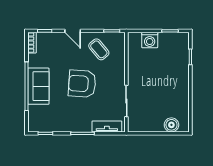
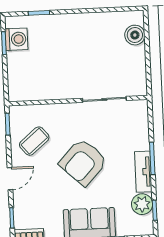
washing machine: (150, 40) -> (16, 39), moved
armchair: (82, 84) -> (83, 162), turned 39
plant: (50, 124) -> (142, 204), added
tv unit: (107, 126) -> (143, 172), moved

